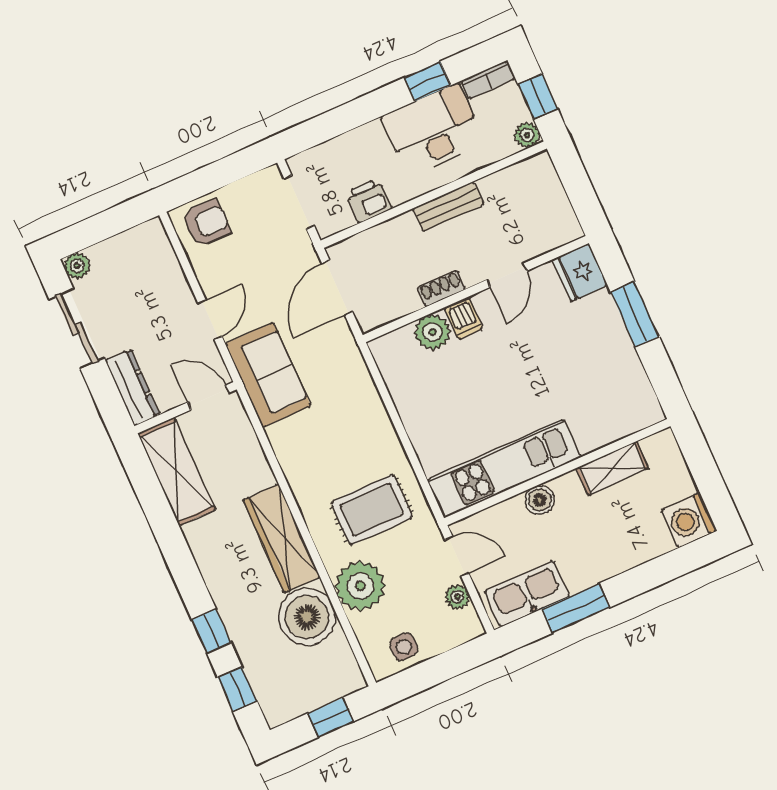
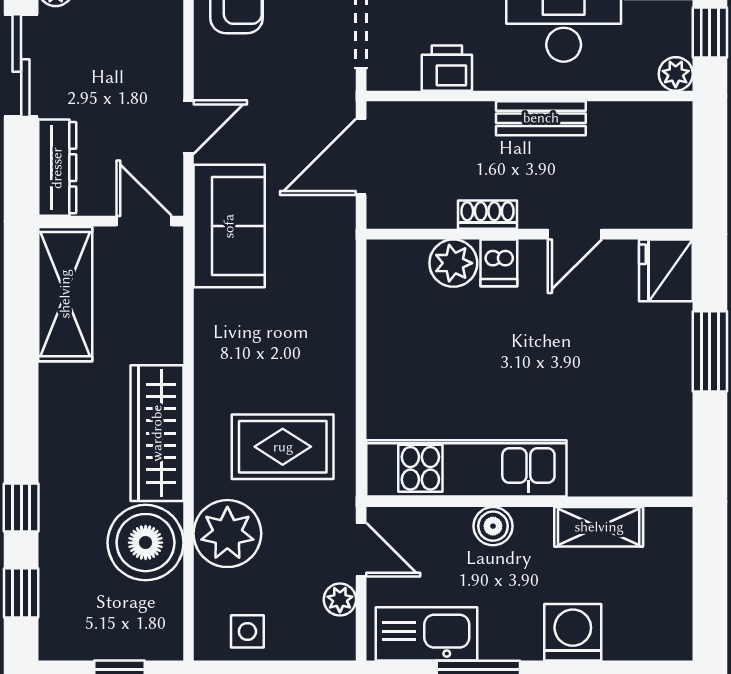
washing machine: (689, 520) -> (573, 632), moved, turned 90

